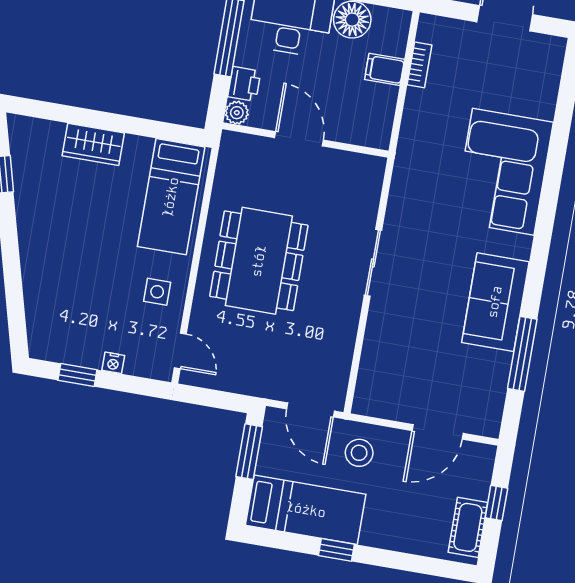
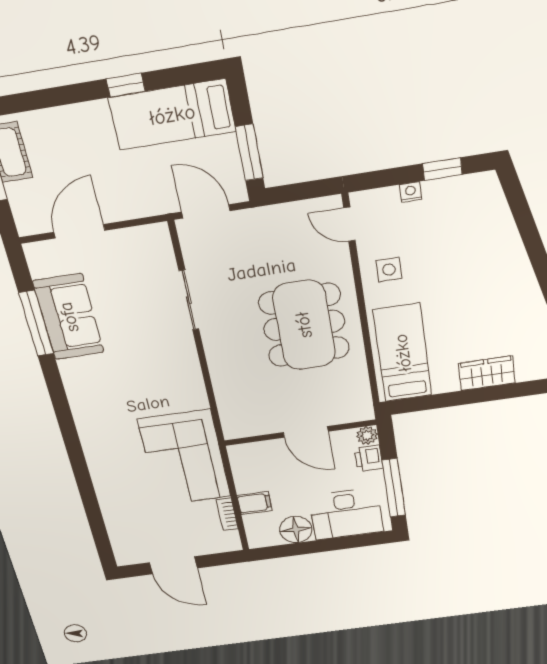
corner sofa: (503, 172) -> (185, 458), moved, turned 180
sliding door: (373, 263) -> (189, 300), moved
sofa: (495, 302) -> (69, 317), moved
stool: (359, 453) -> (144, 187), removed

